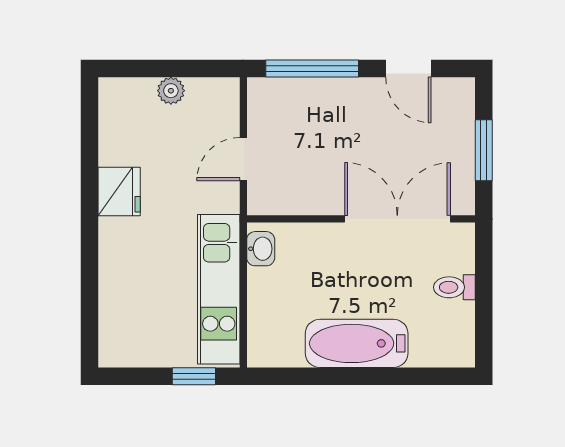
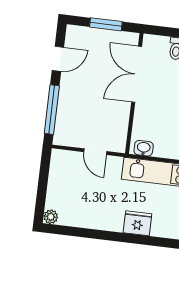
plant: (171, 91) -> (51, 217), moved
fridge: (119, 192) -> (137, 223), moved

